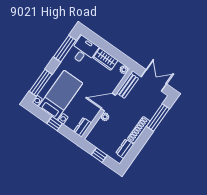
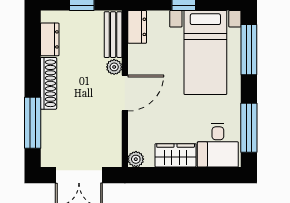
bench: (128, 86) -> (113, 35), moved

